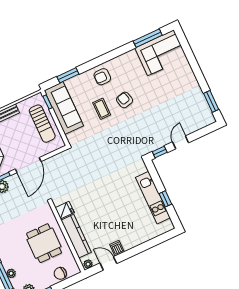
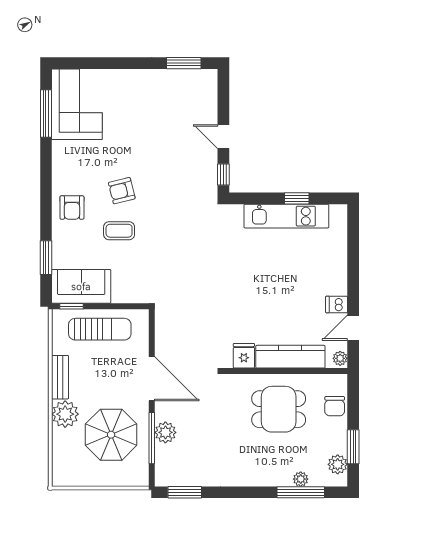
sofa: (64, 108) -> (81, 286), width x0.73

